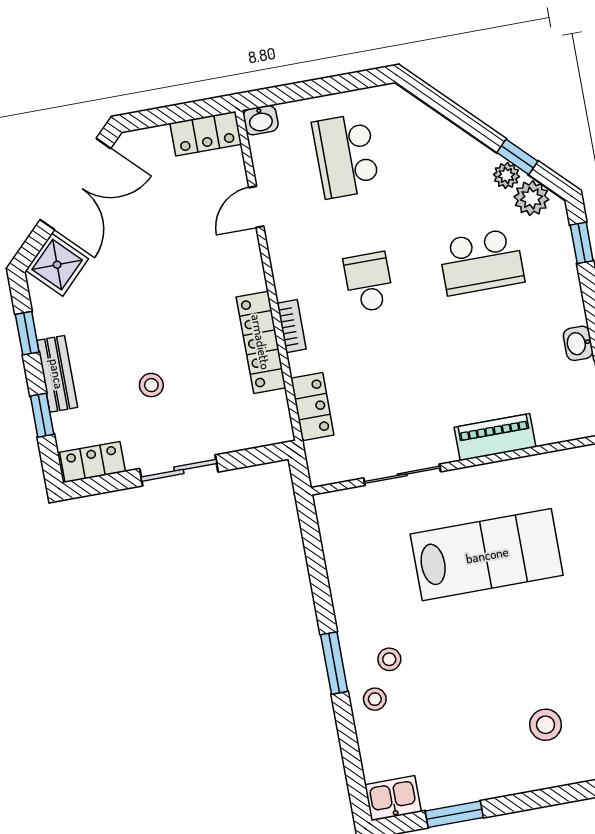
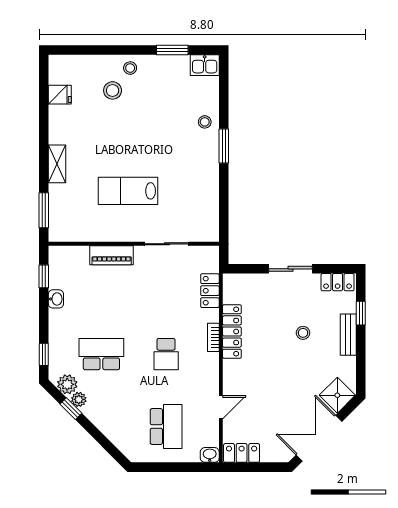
window: (27, 333) -> (361, 360), removed
stool: (151, 385) -> (303, 333), moved
lab bench: (487, 555) -> (128, 191), width x0.73, depth x0.72
stool: (389, 659) -> (130, 68), moved

